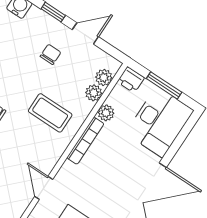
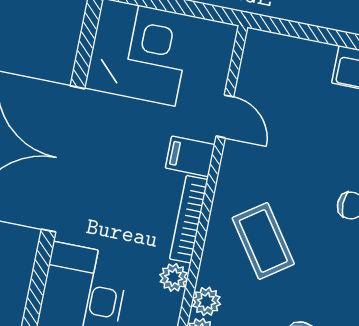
coffee table: (50, 113) -> (263, 241), turned 55
filing cabinet: (71, 174) -> (190, 156), added

